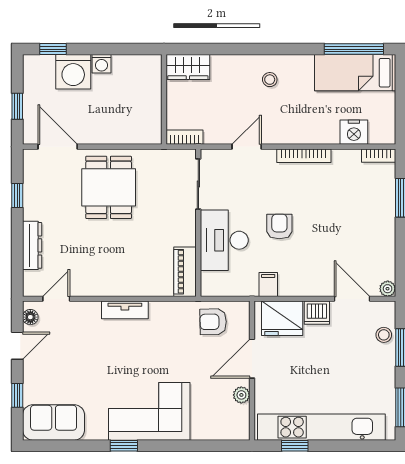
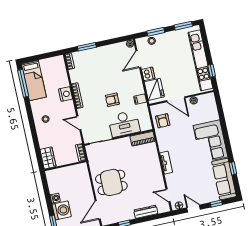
nightstand: (354, 132) -> (65, 94), moved
sofa: (54, 422) -> (224, 179), width x1.36
window: (124, 446) -> (233, 168), moved

